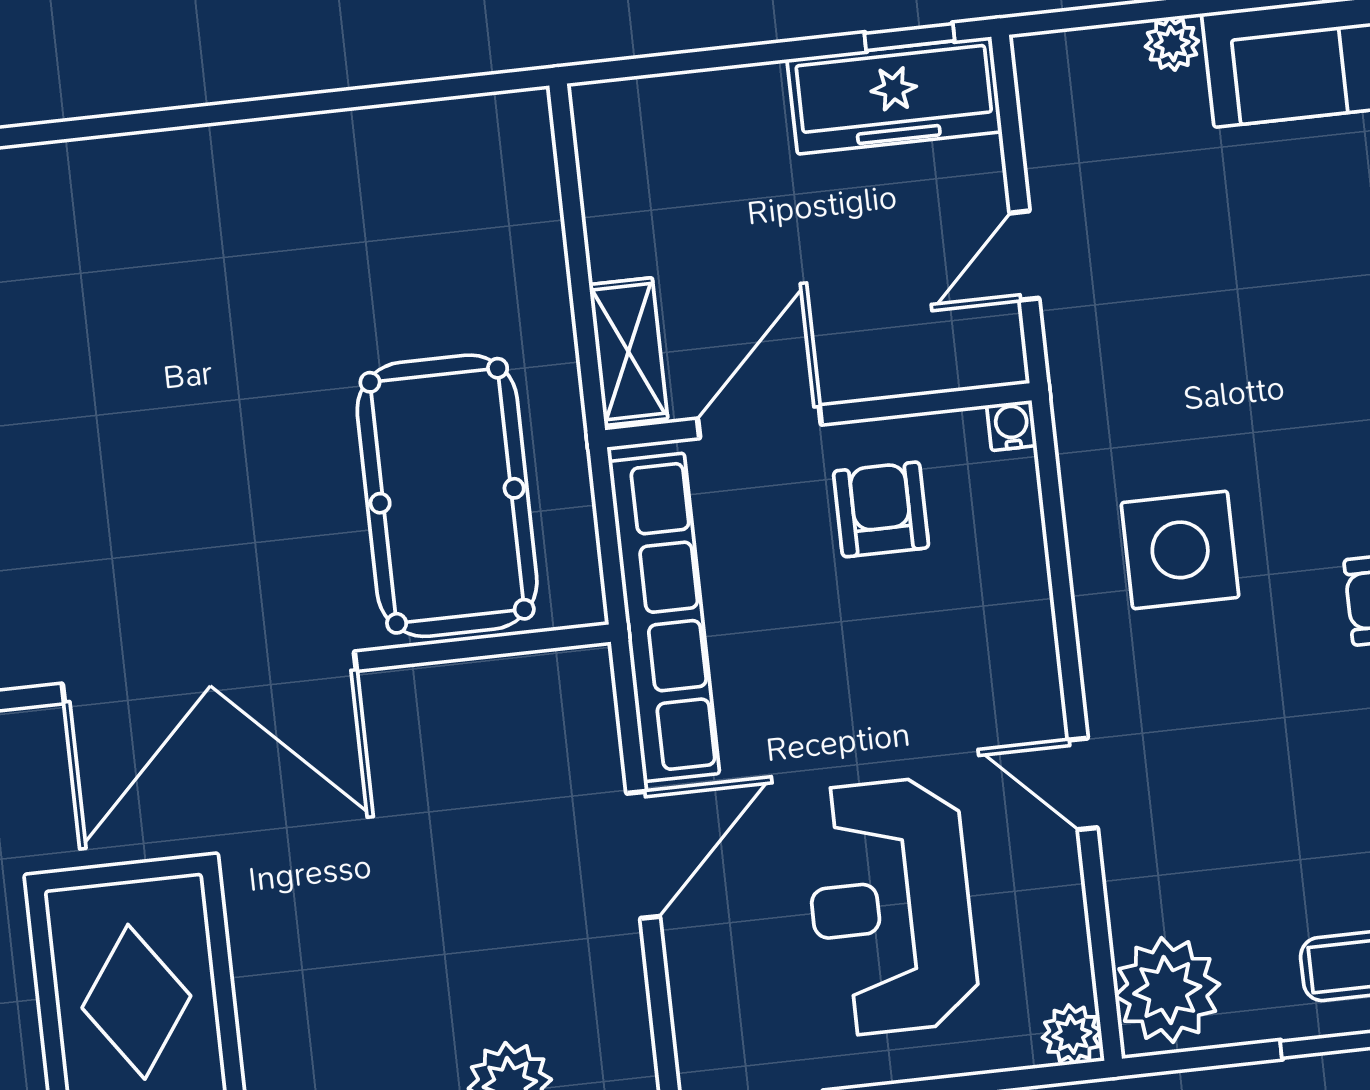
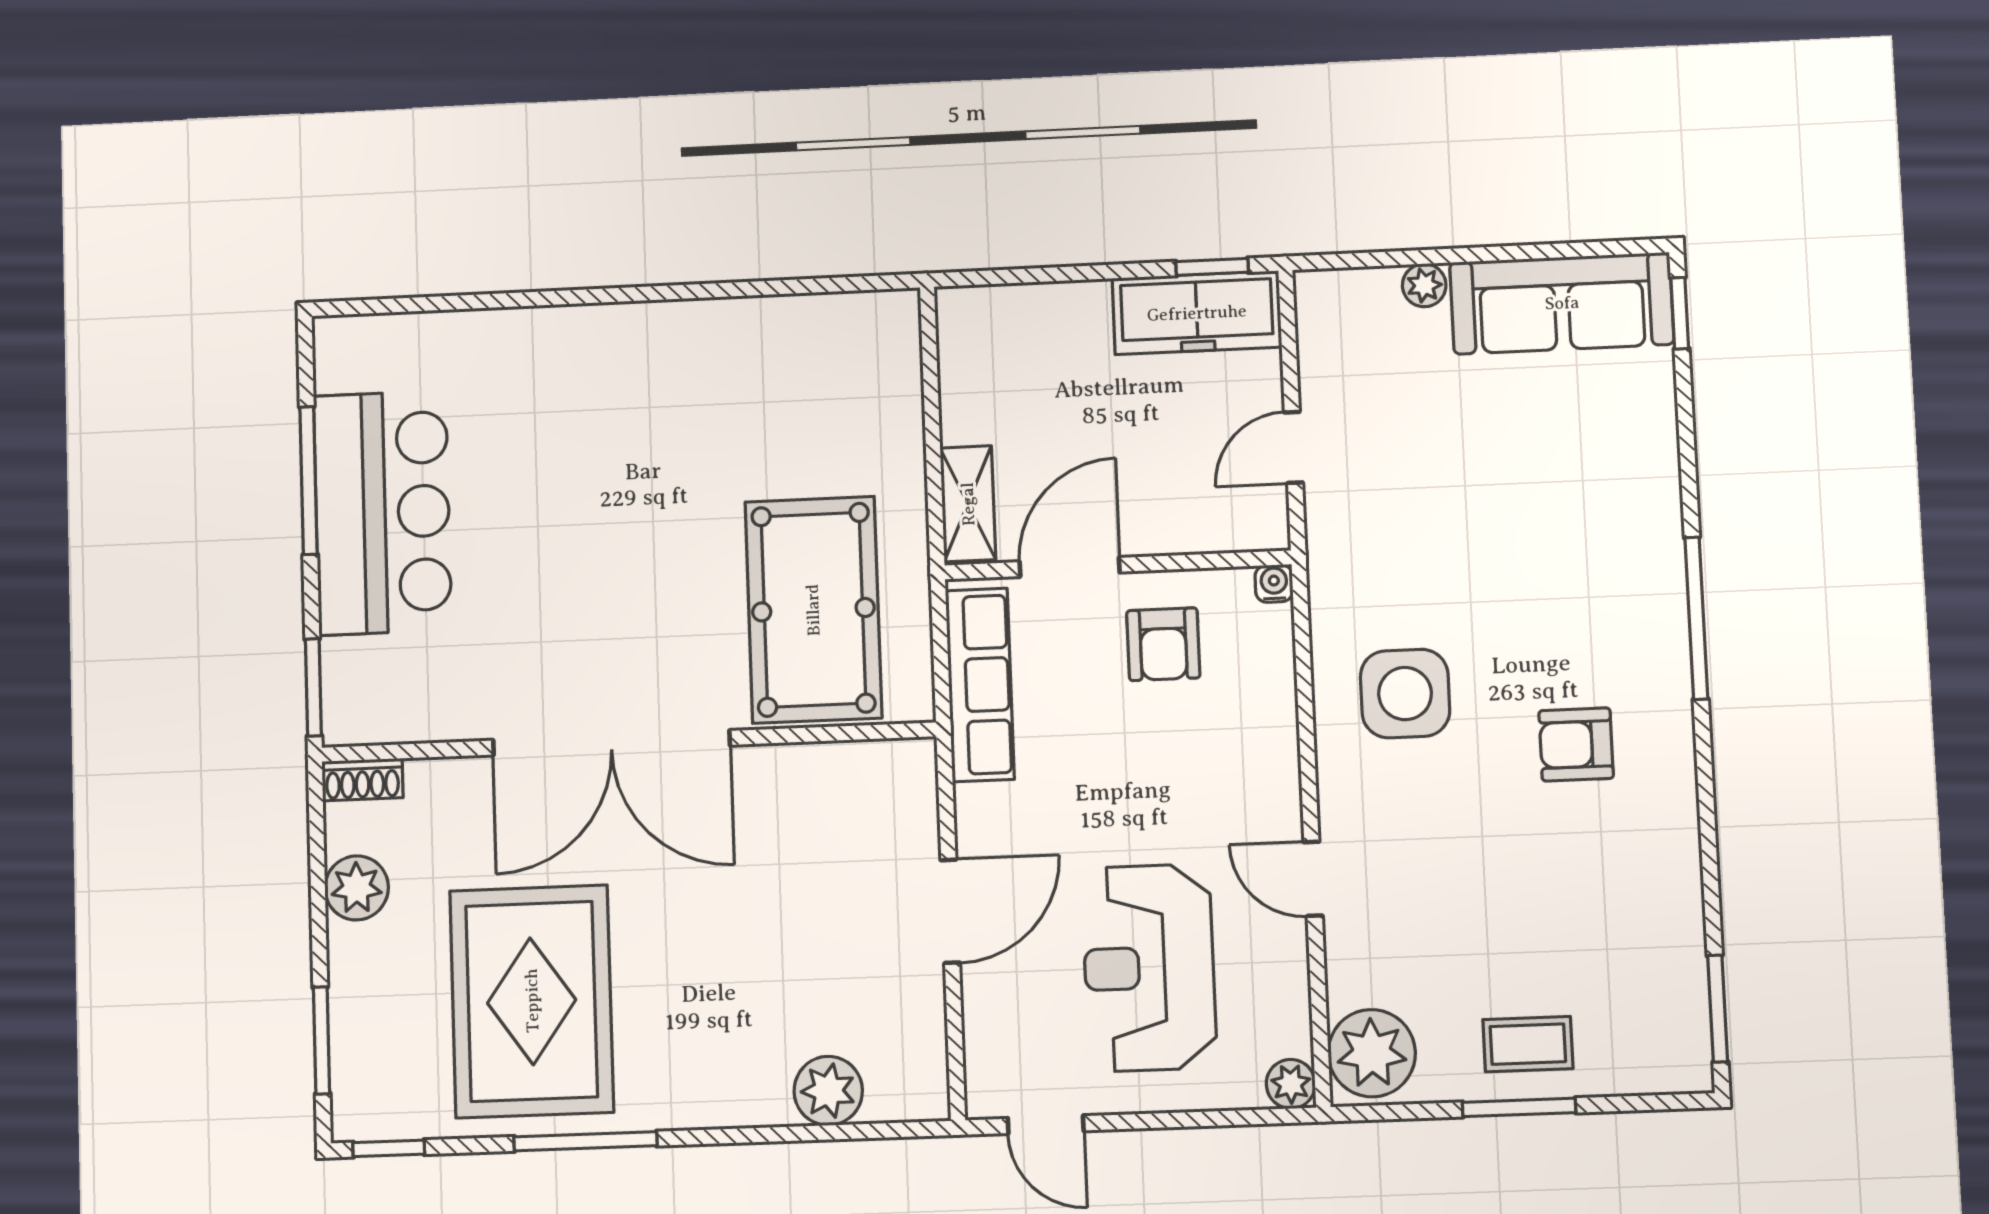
armchair: (881, 509) -> (1163, 644), turned 180
row of seats: (664, 617) -> (980, 685), width x0.73

